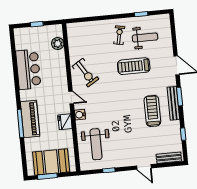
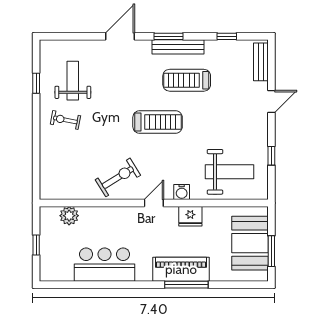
treadmill: (134, 66) -> (158, 122), moved, turned -90

